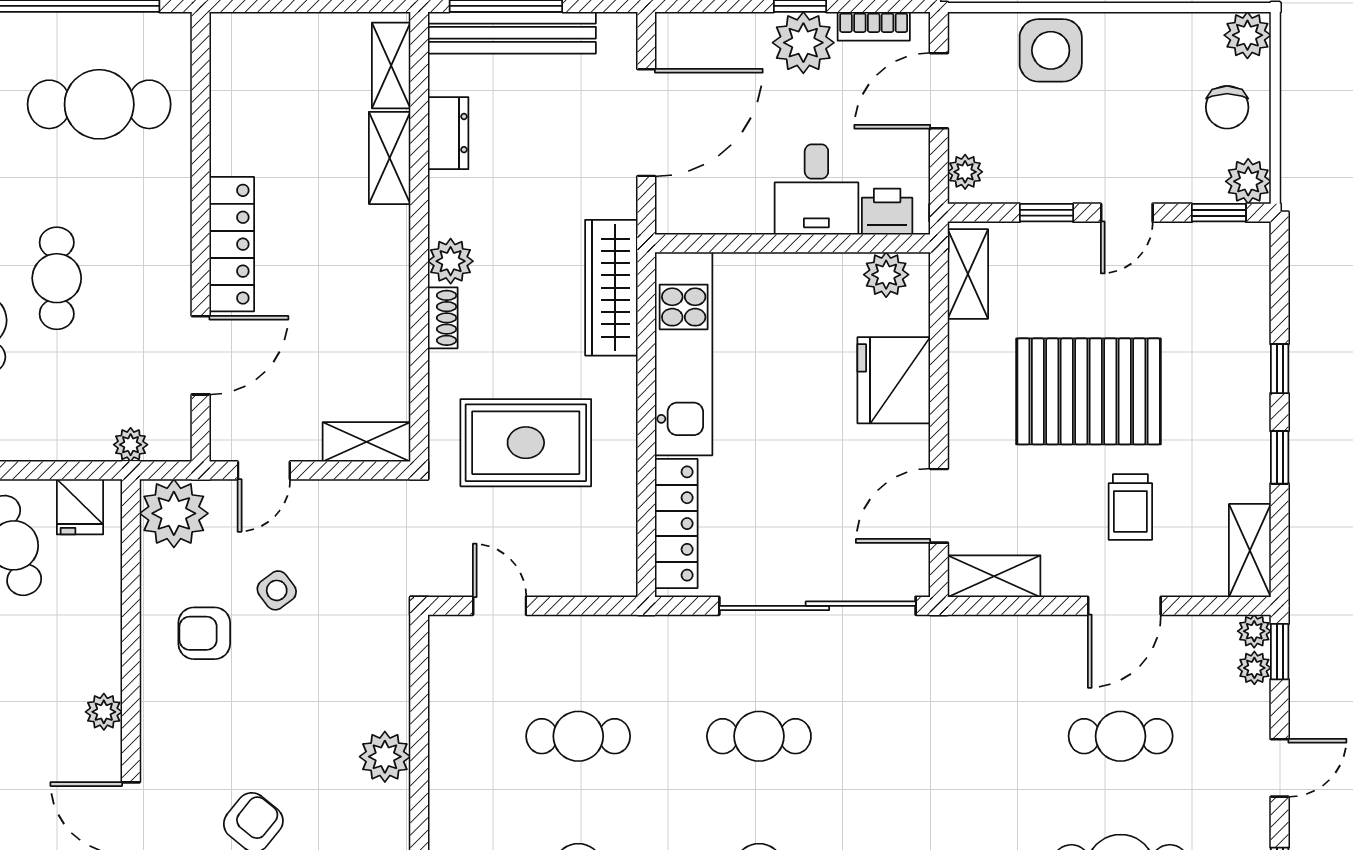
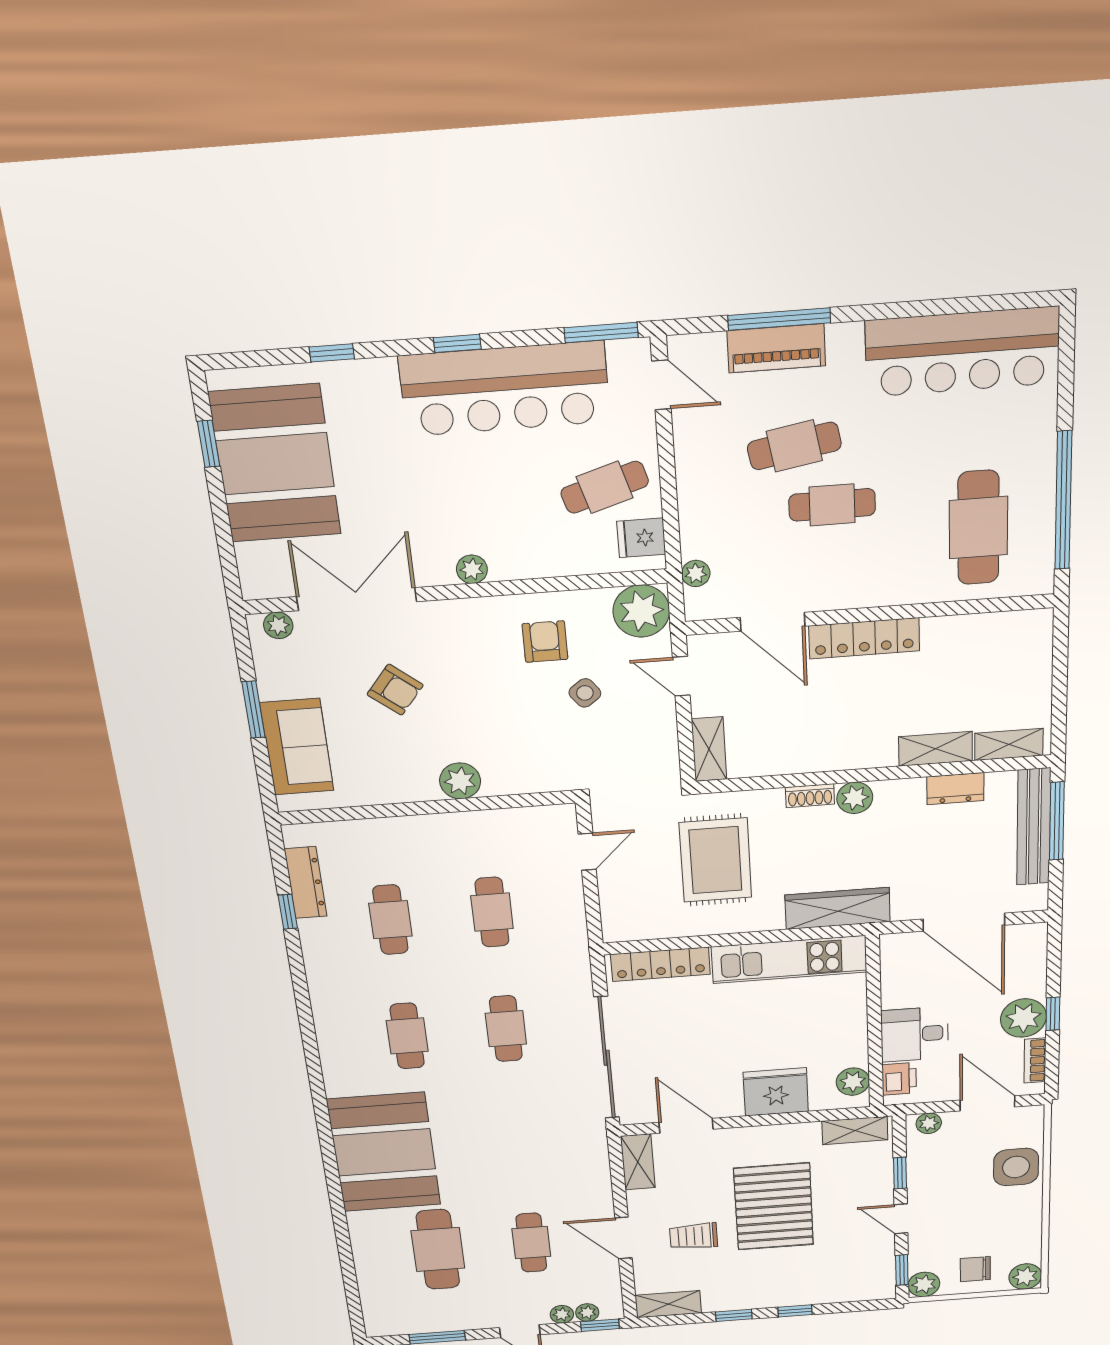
plant: (1254, 631) -> (562, 1314), moved

